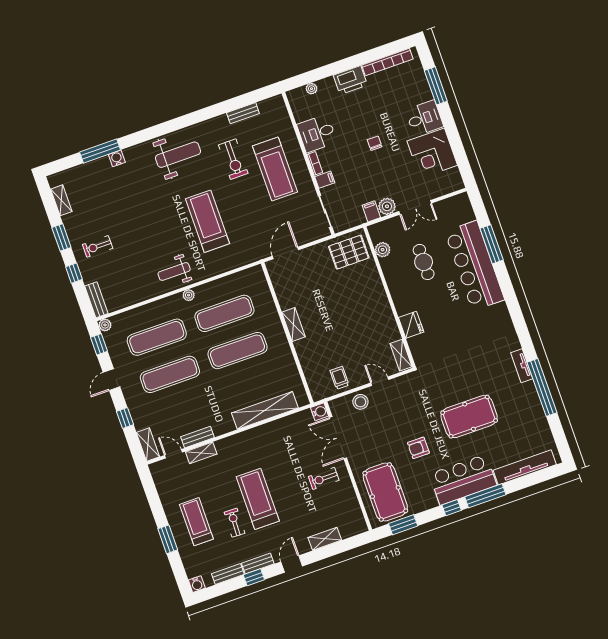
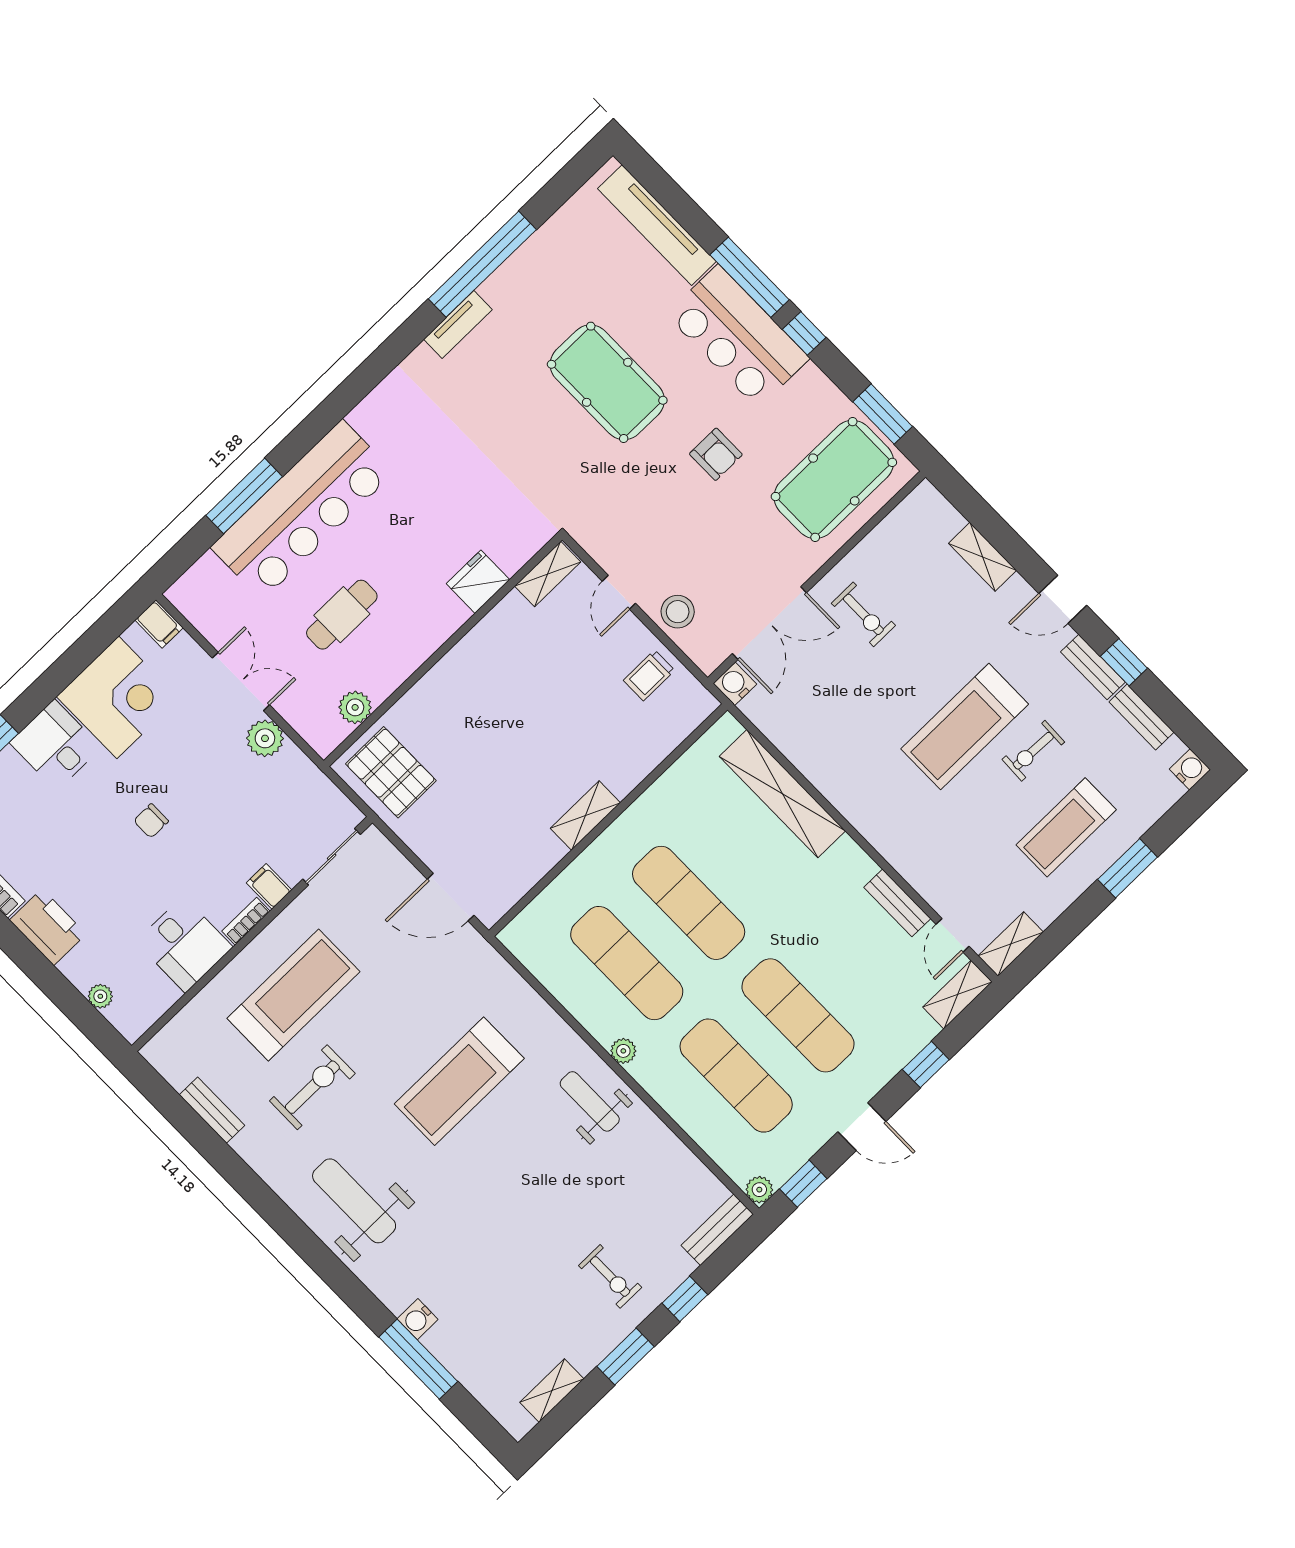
filing cabinet: (371, 211) -> (159, 624), moved, turned -90
weight bench: (174, 271) -> (590, 1101), turned 180
shelving: (201, 453) -> (1011, 944), moved, turned 90

